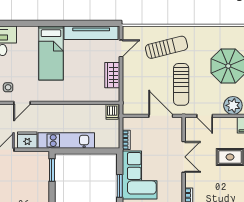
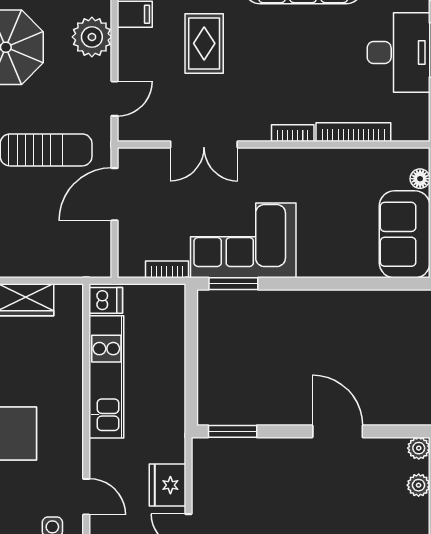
kitchen unit: (66, 141) -> (106, 377), moved, turned 180
double door: (184, 157) -> (204, 144), swing flipped
window: (120, 186) -> (233, 284), moved

